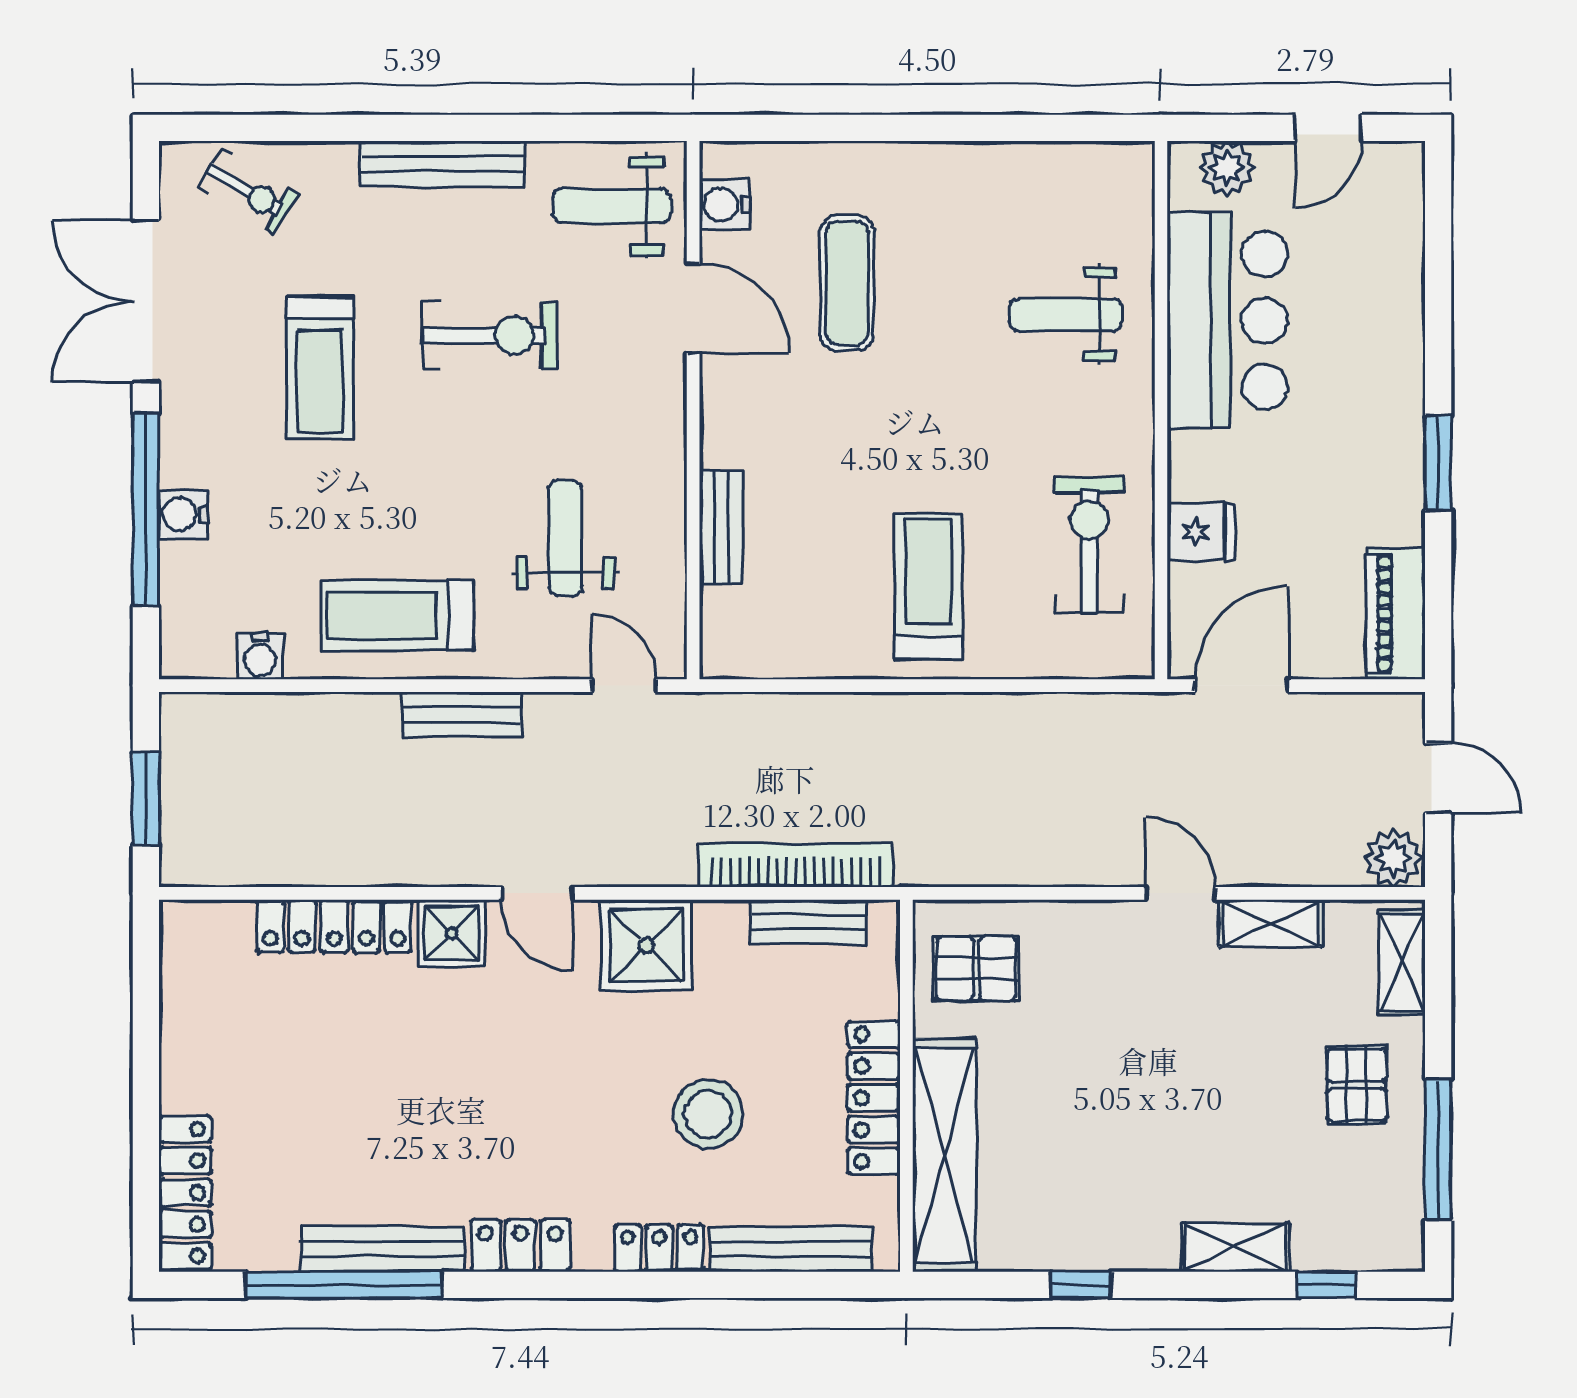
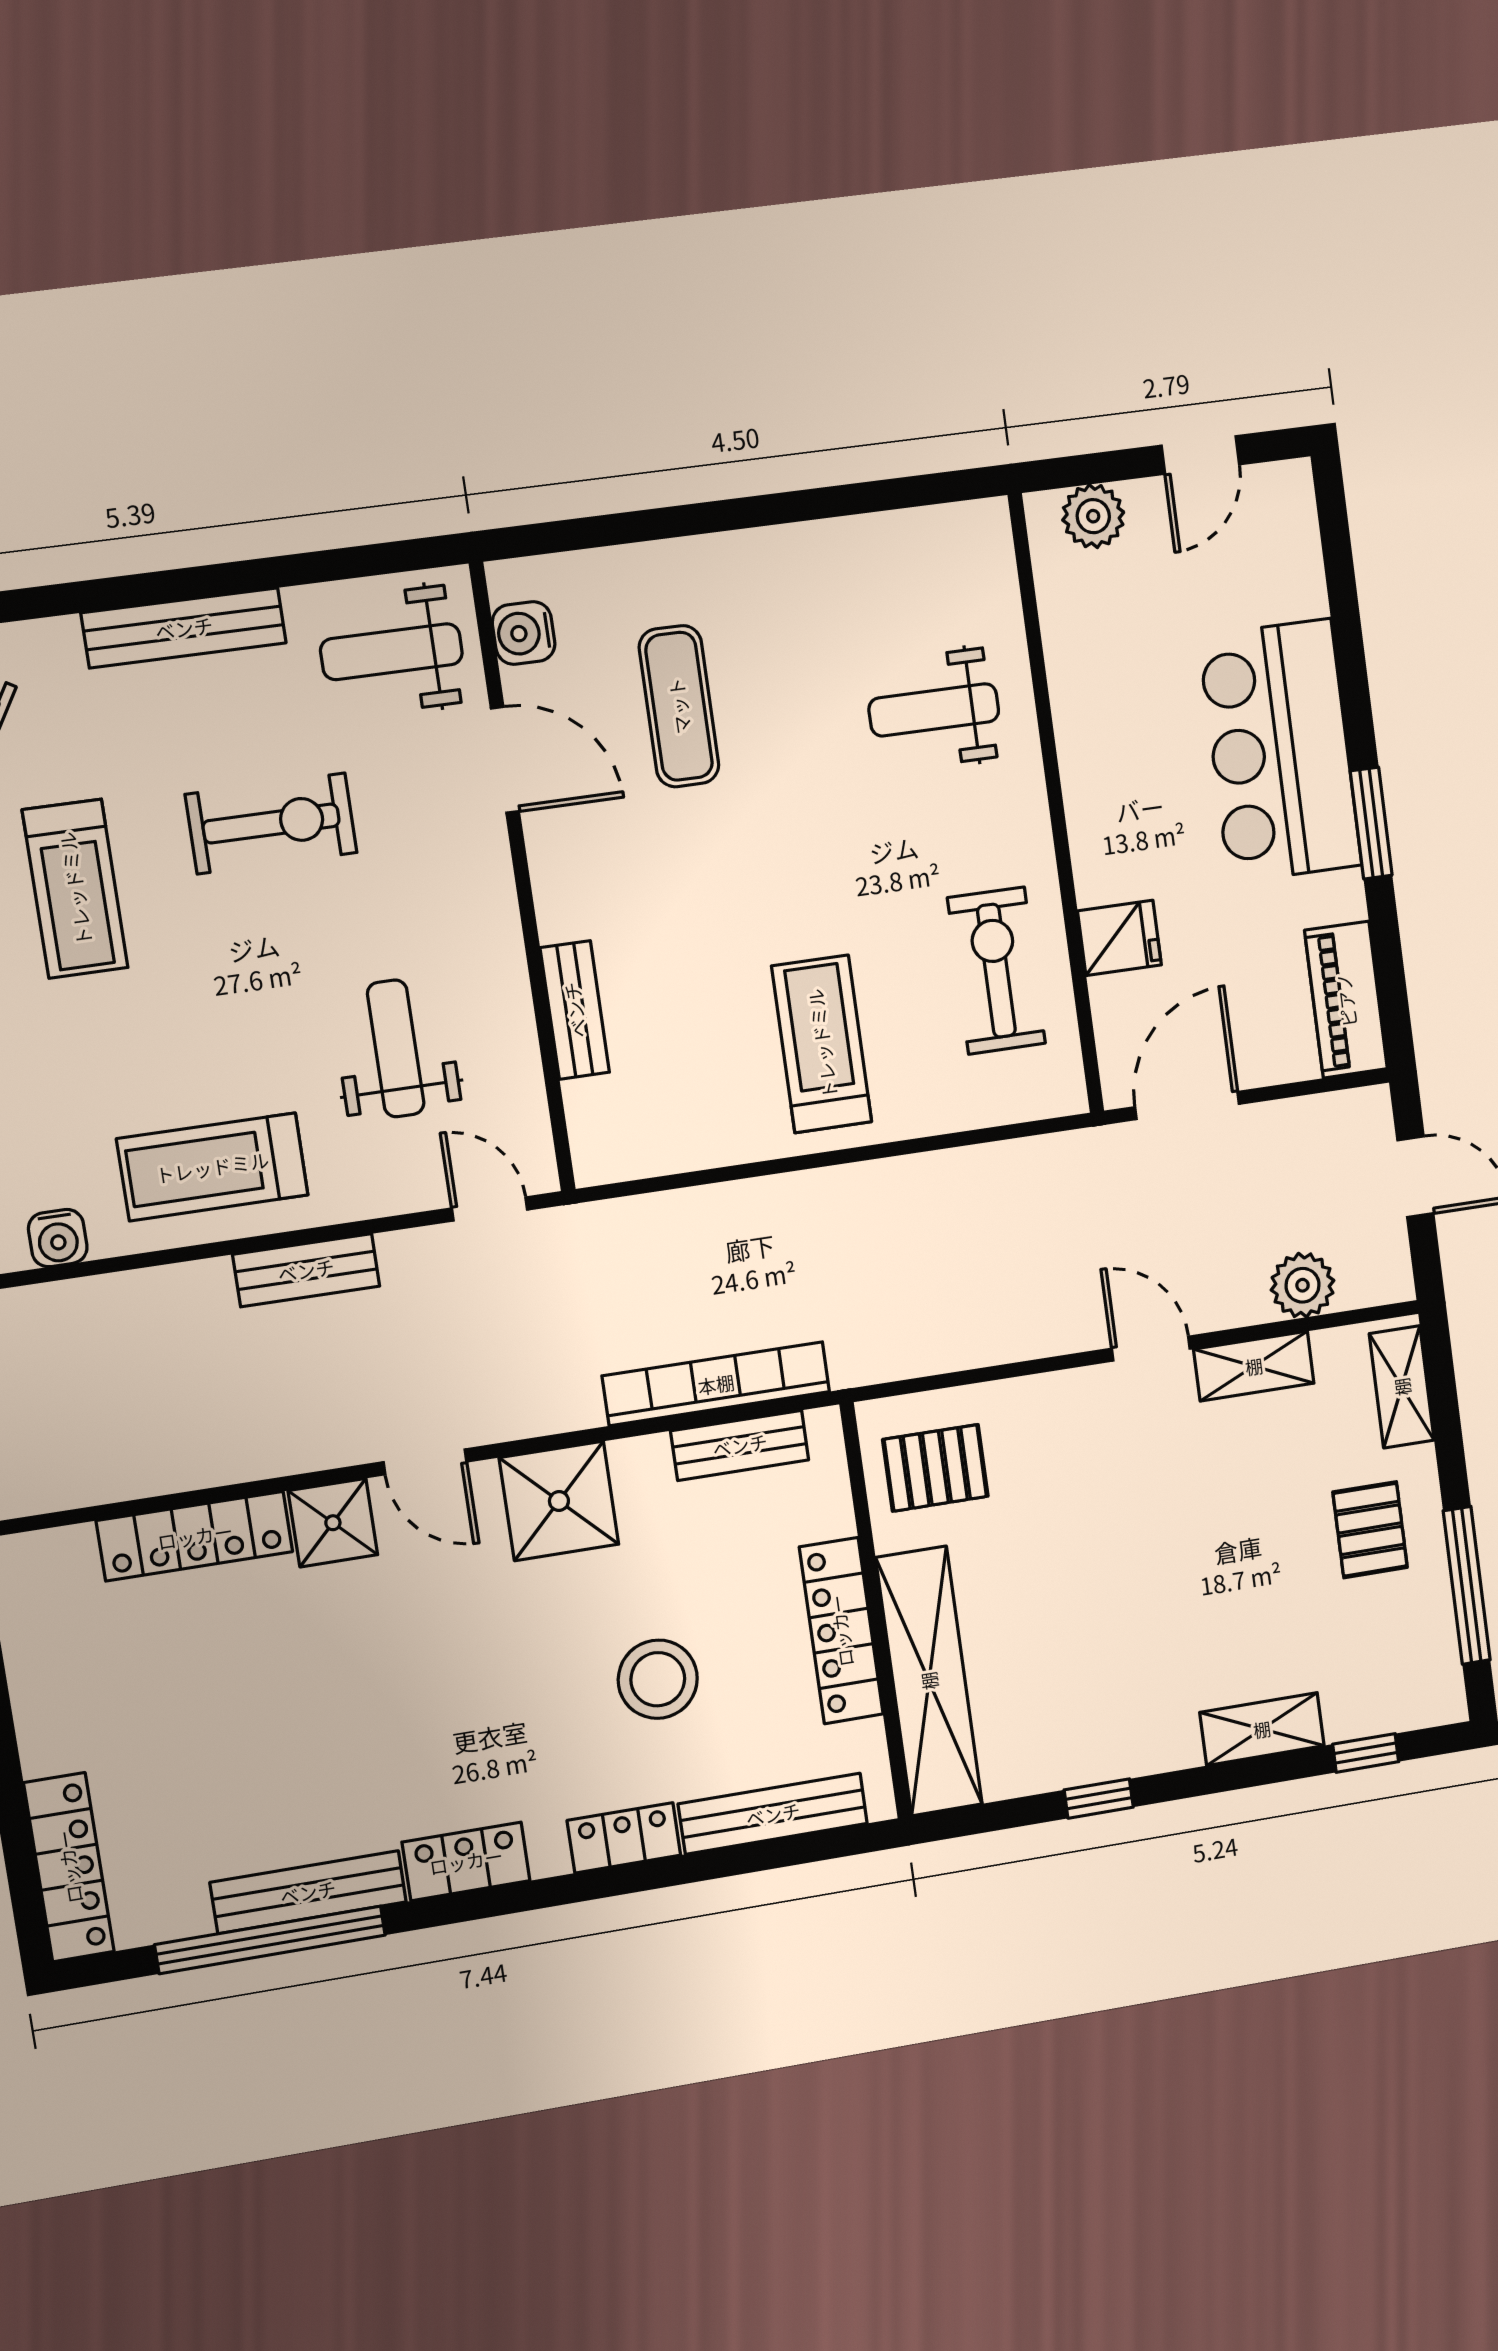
bar counter: (1227, 321) -> (1280, 751), moved, turned 180
plant: (1393, 858) -> (1303, 1285), moved

